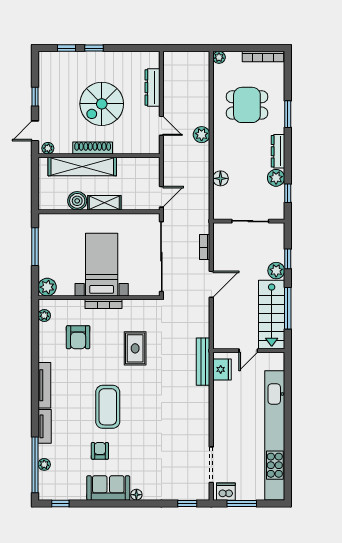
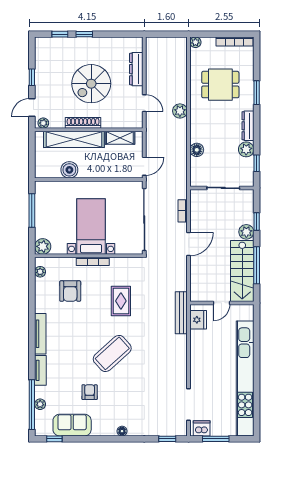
shelving: (104, 203) -> (120, 138), moved
coffee table: (108, 407) -> (112, 353), moved, turned 48
sofa: (108, 488) -> (72, 425), moved

